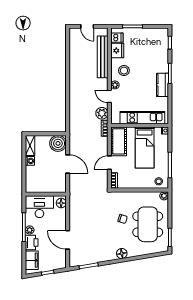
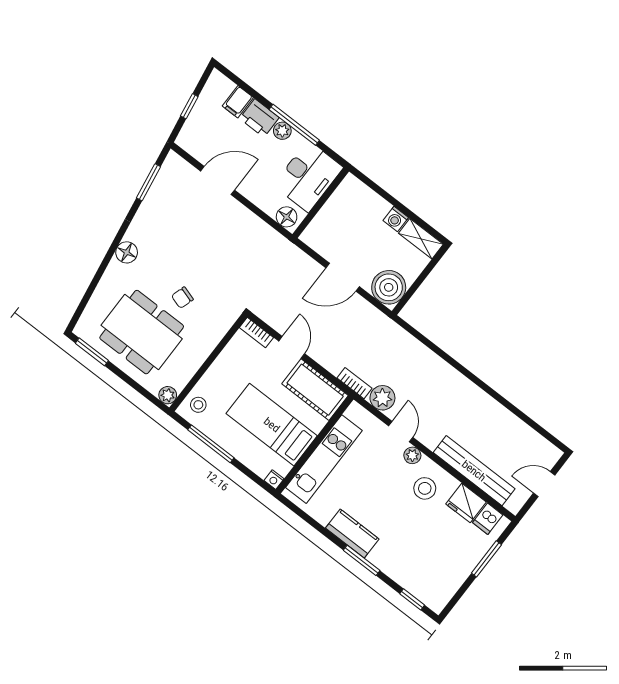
door: (109, 96) -> (401, 432), hinge flipped
filing cabinet: (32, 260) -> (238, 102), width x0.50

